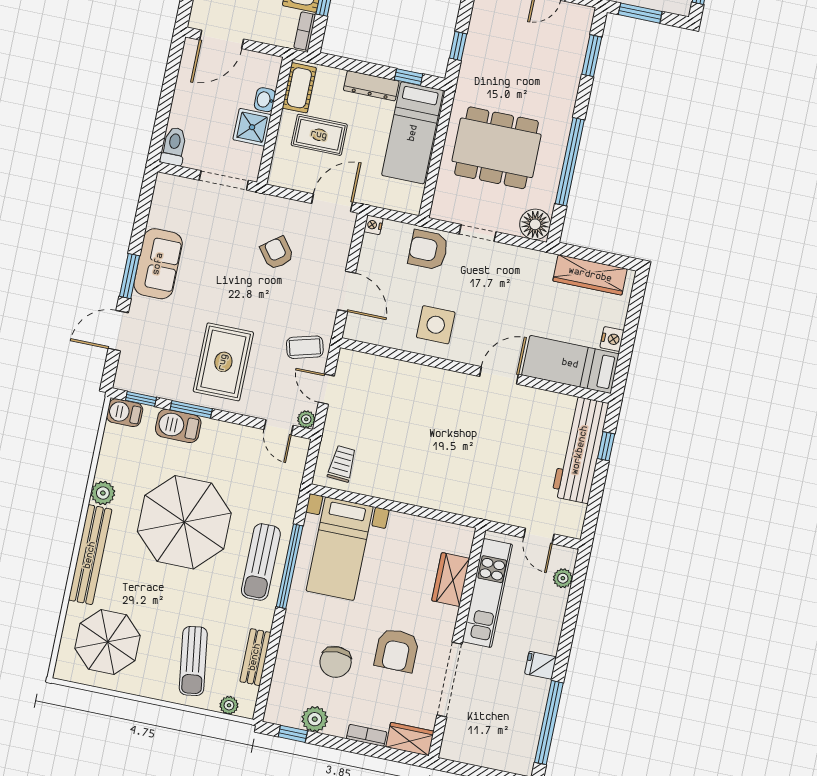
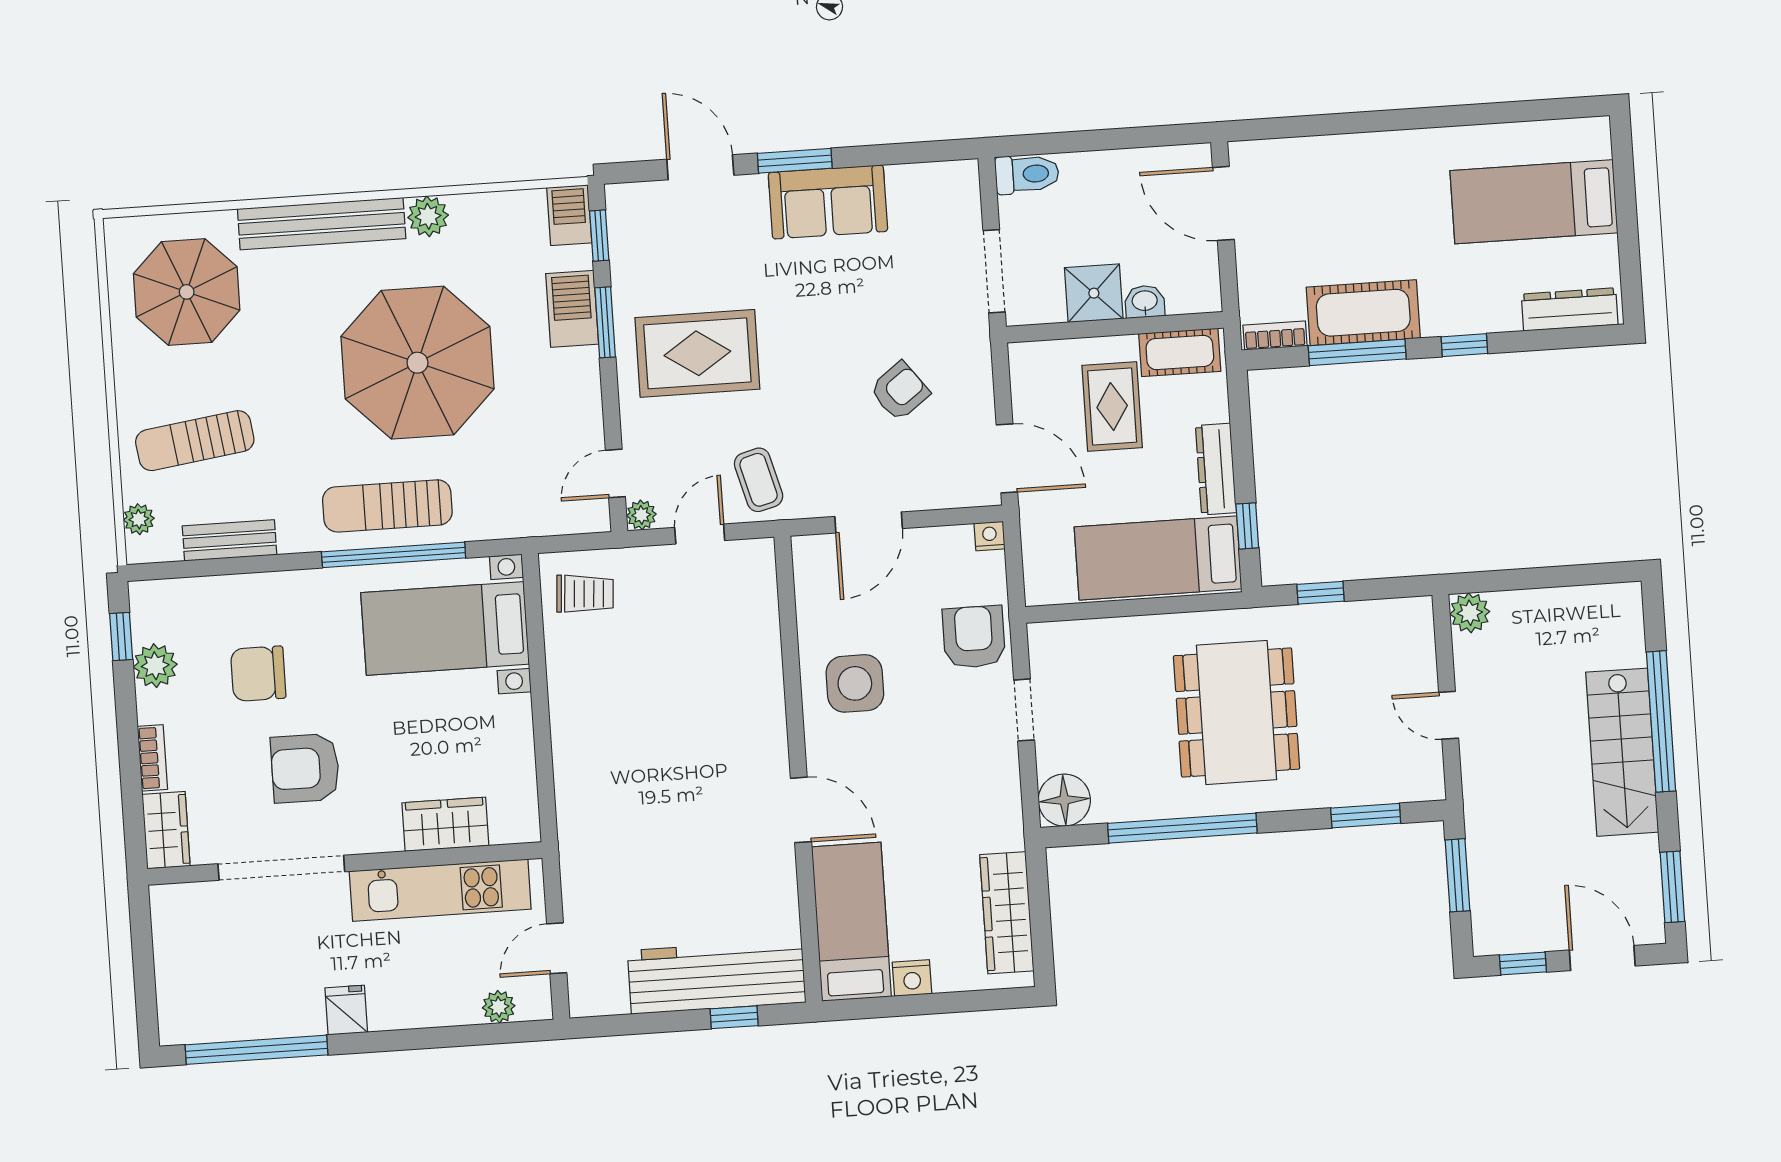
dining table: (496, 148) -> (1237, 712), moved

